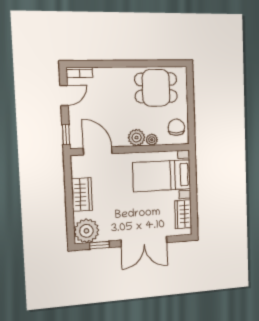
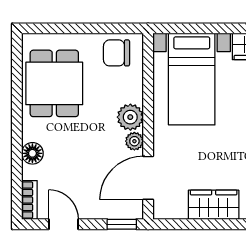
floor lamp: (111, 74) -> (32, 153), added
plant: (152, 140) -> (134, 141), moved

